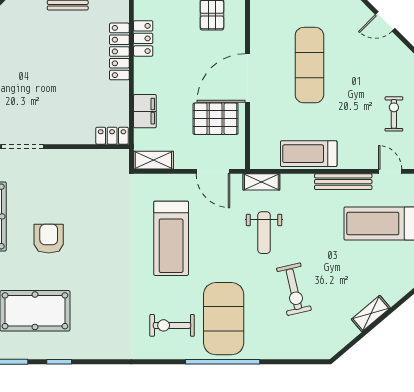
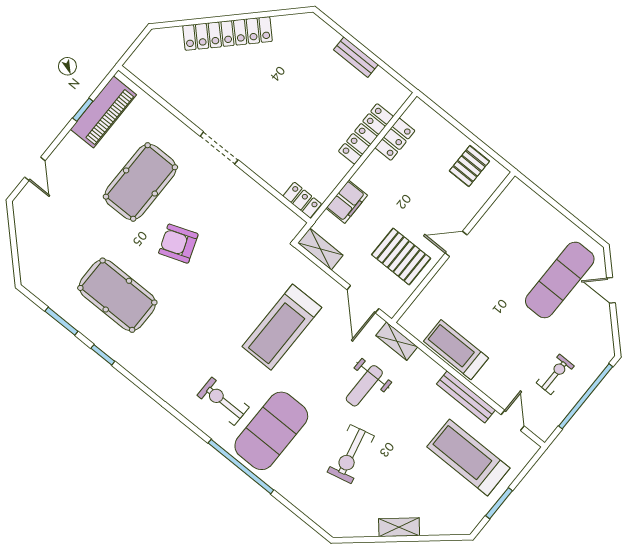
exercise mat: (309, 65) -> (560, 280), moved
door: (248, 78) -> (456, 244), width x0.53
armchair: (49, 239) -> (178, 244), turned -110

